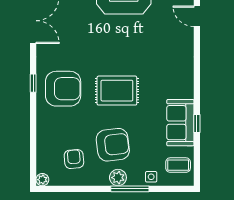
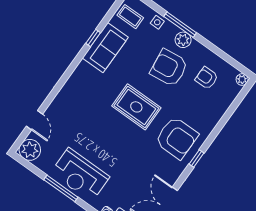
armchair: (63, 89) -> (177, 138), turned 180
armchair: (74, 159) -> (207, 78), turned 95

